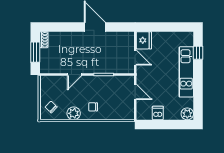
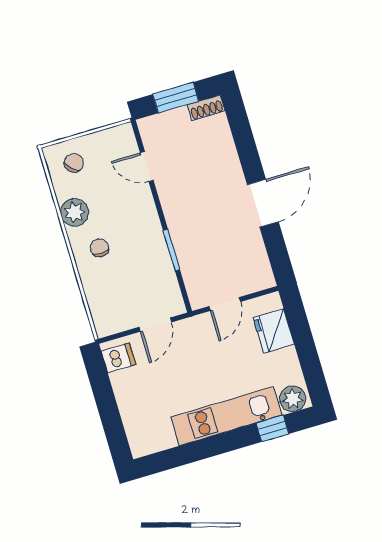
fridge: (144, 40) -> (274, 331), moved, turned 90
door: (74, 75) -> (147, 167), moved
dishwasher: (158, 113) -> (118, 358), moved
plant: (187, 114) -> (293, 399), moved

